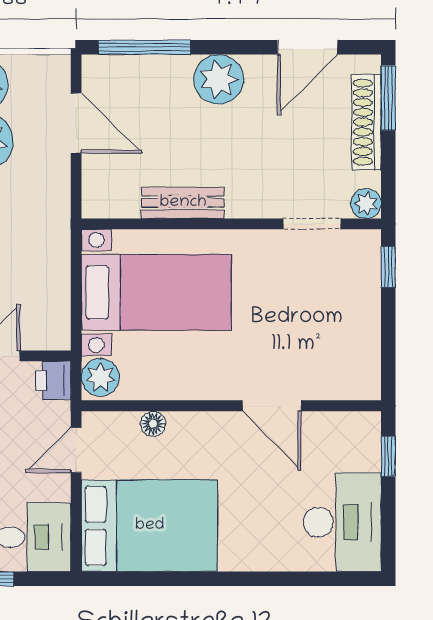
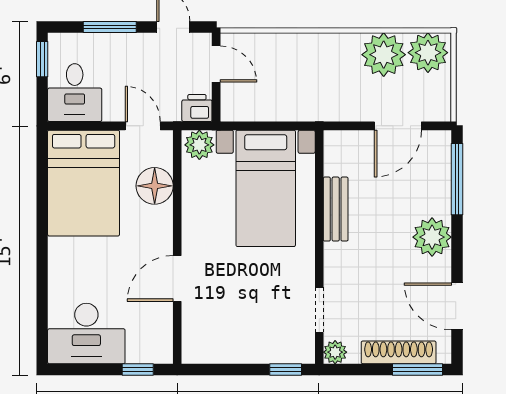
floor lamp: (153, 424) -> (155, 186), width x1.89, depth x1.89

